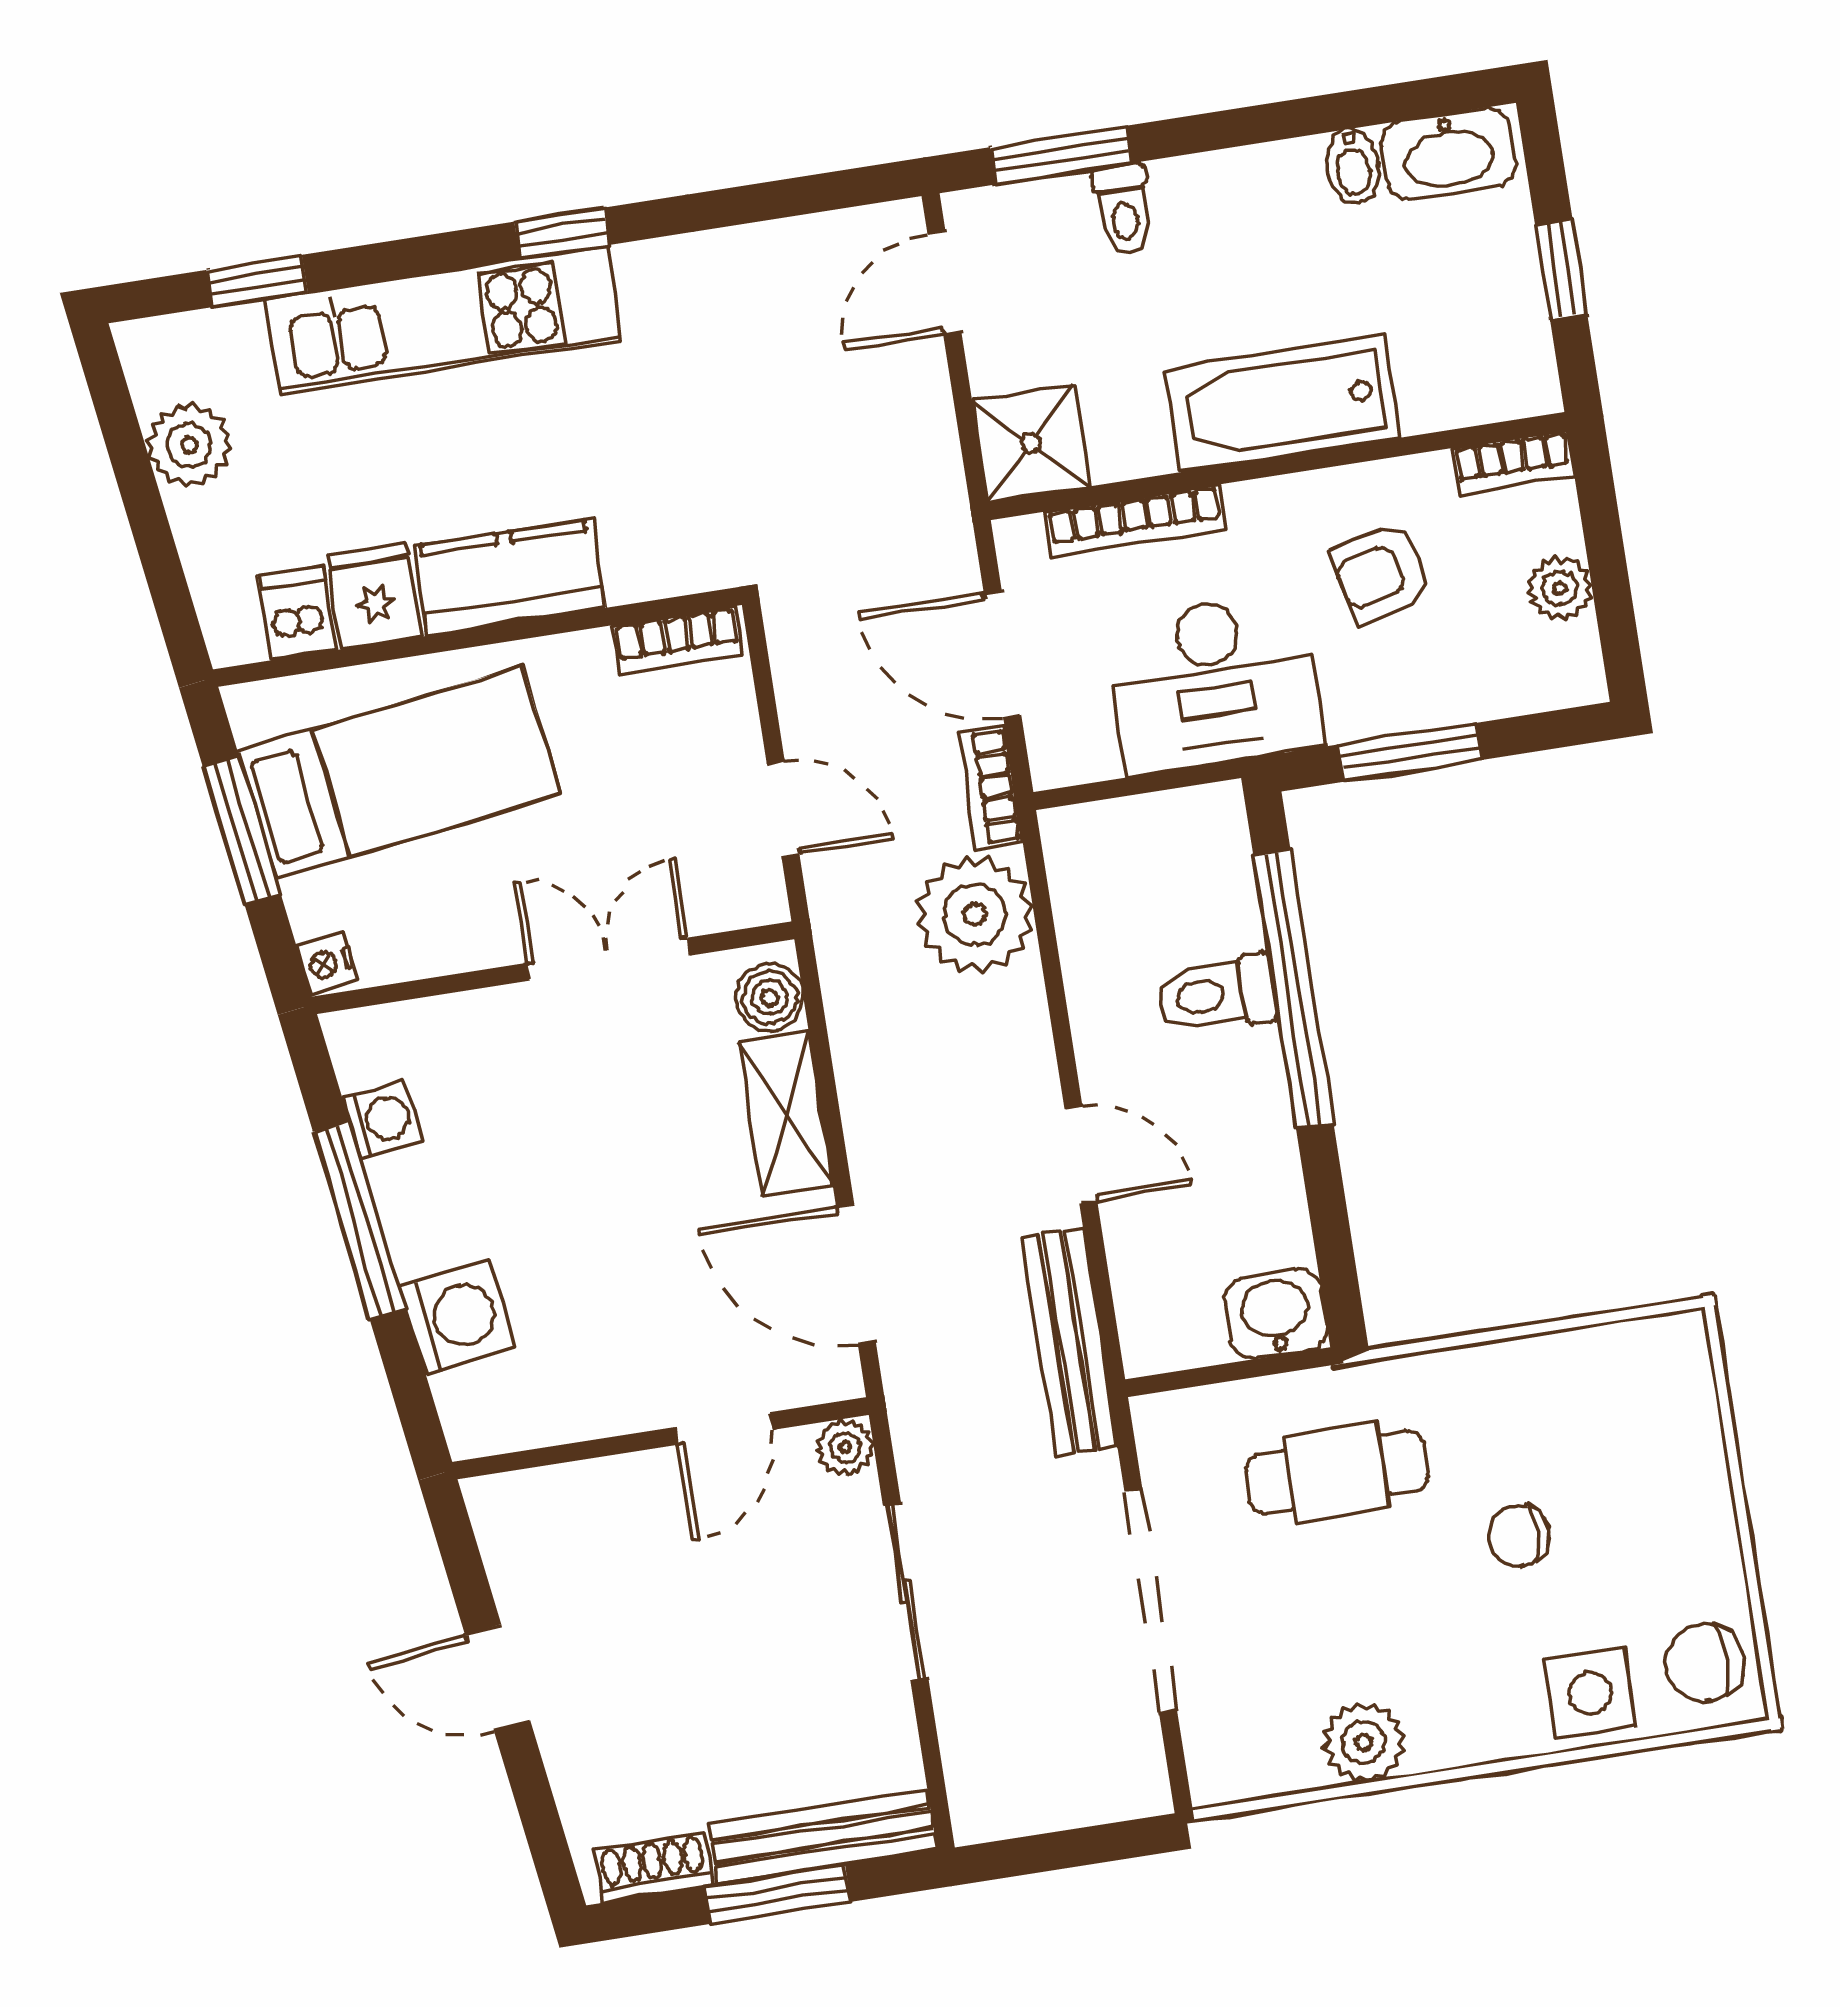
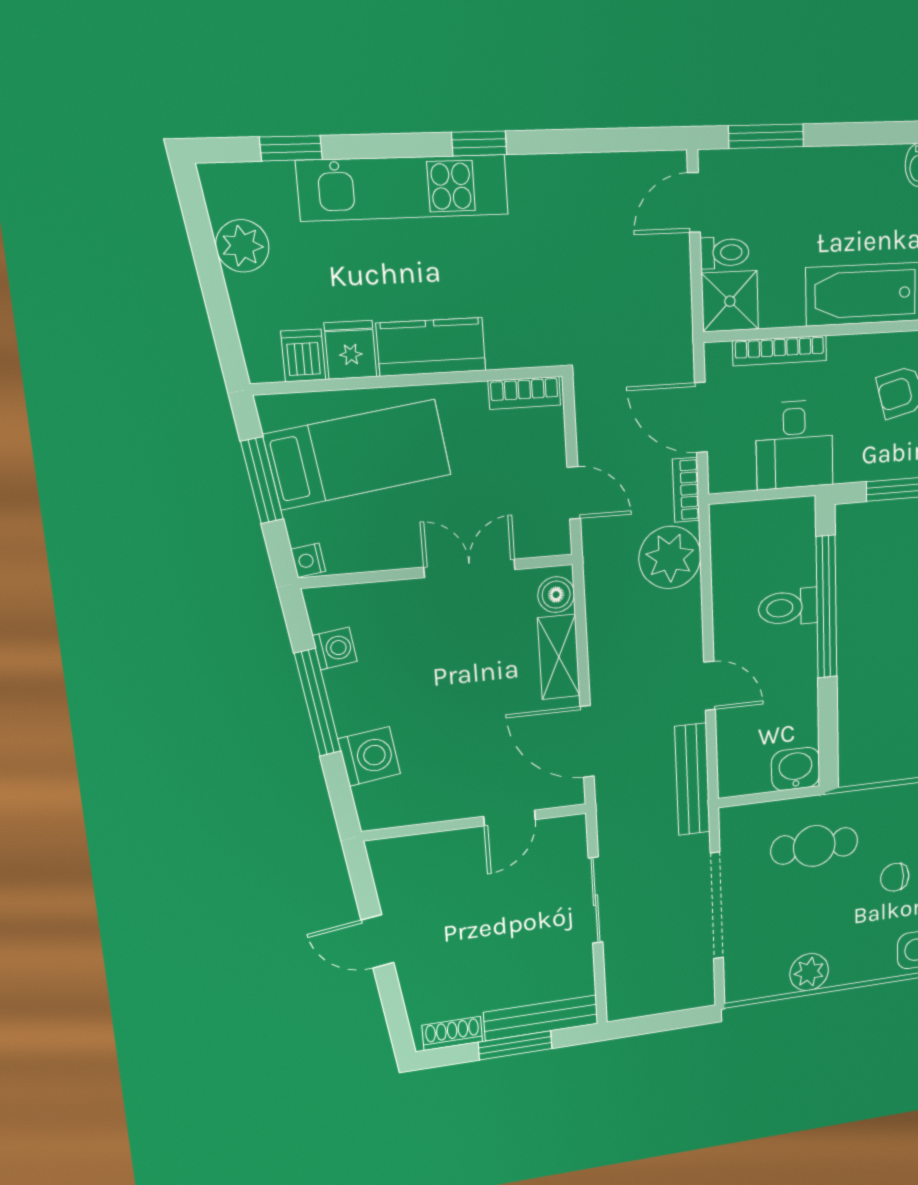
toilet: (1124, 209) -> (725, 253), moved, turned -90
desk: (1214, 683) -> (795, 445), width x0.73
plant: (845, 1447) -> (572, 829), removed

